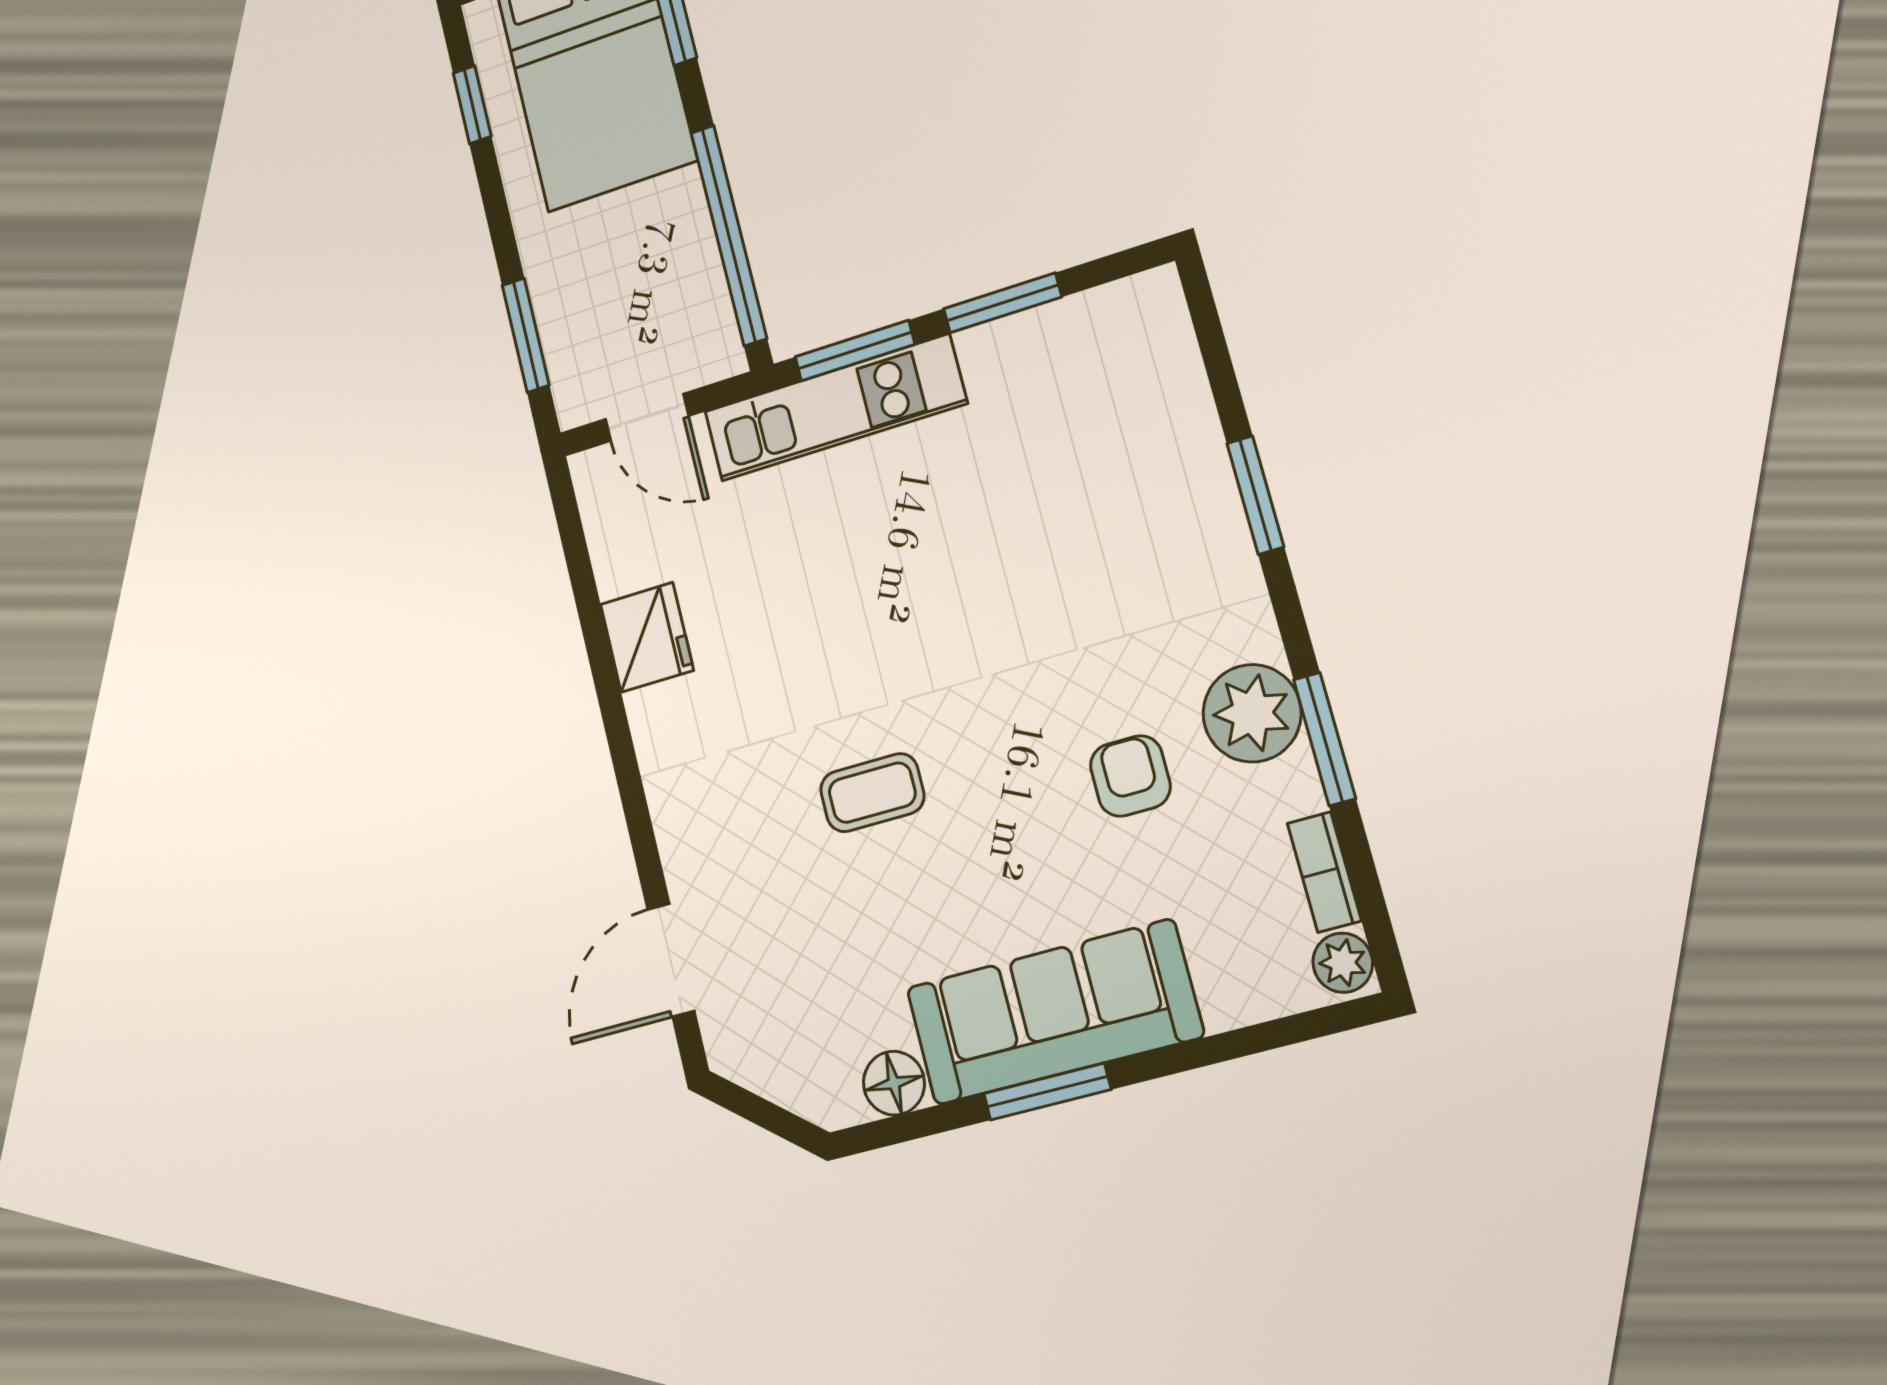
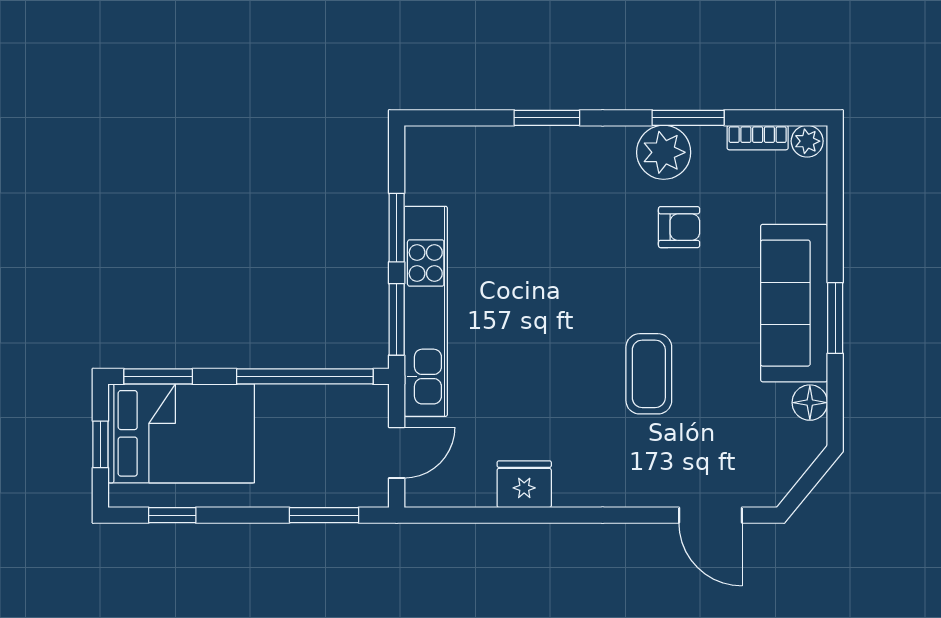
kitchen unit: (835, 408) -> (426, 311), width x1.36
armchair: (1130, 776) -> (679, 227), turned 180
coffee table: (872, 793) -> (649, 374), width x1.36, depth x1.30

